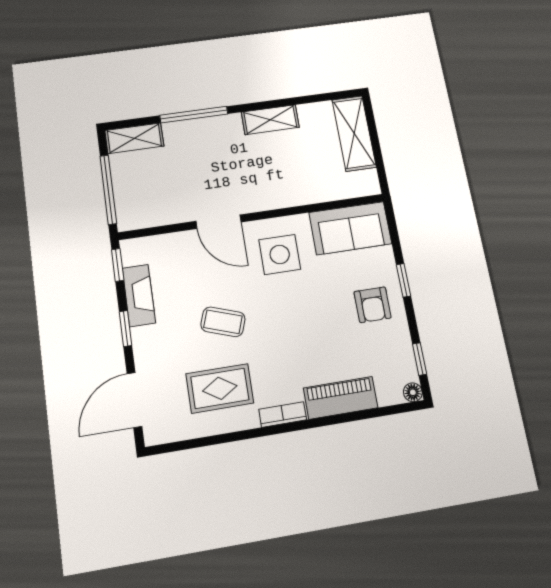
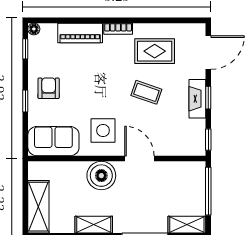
boiler: (271, 189) -> (101, 176), added
fireplace: (139, 295) -> (197, 99), moved

